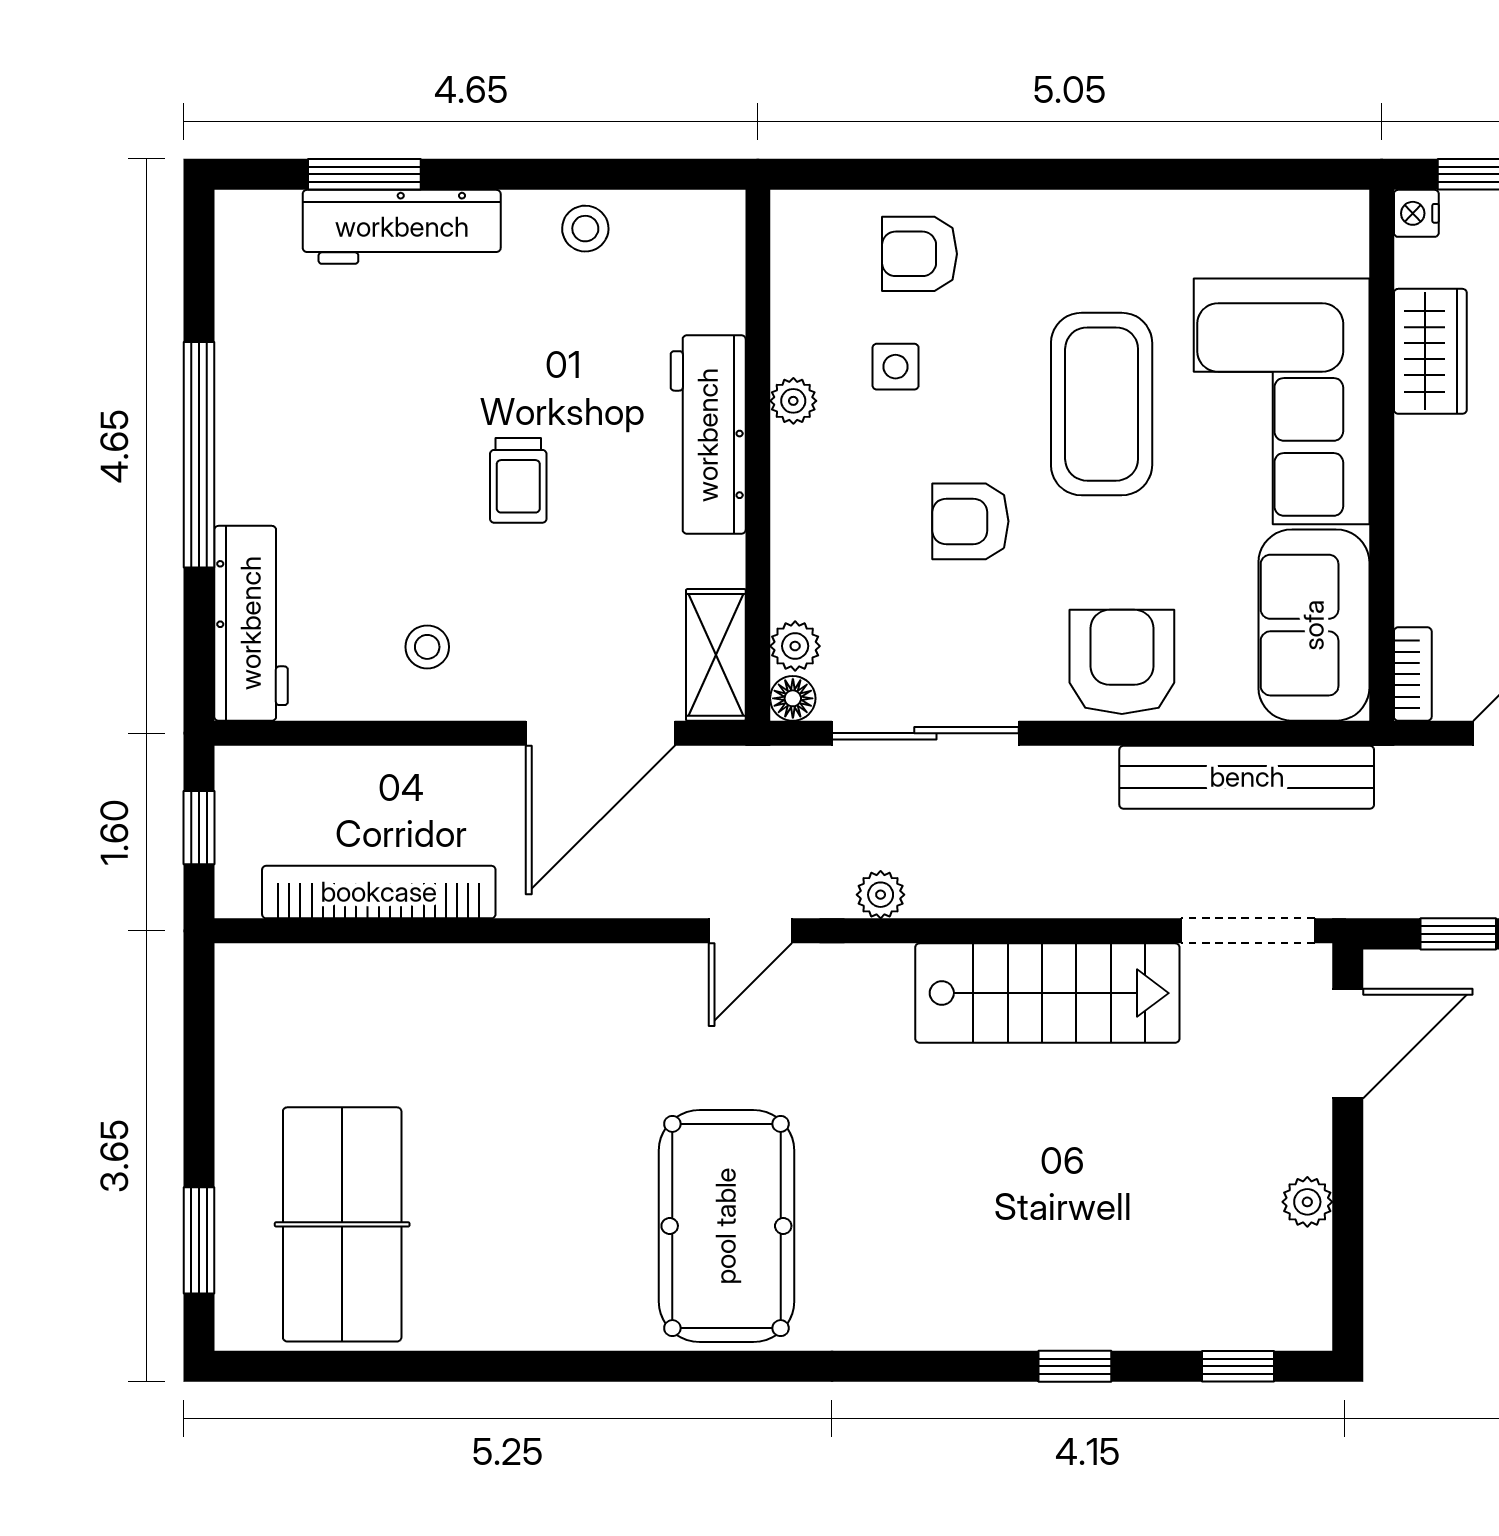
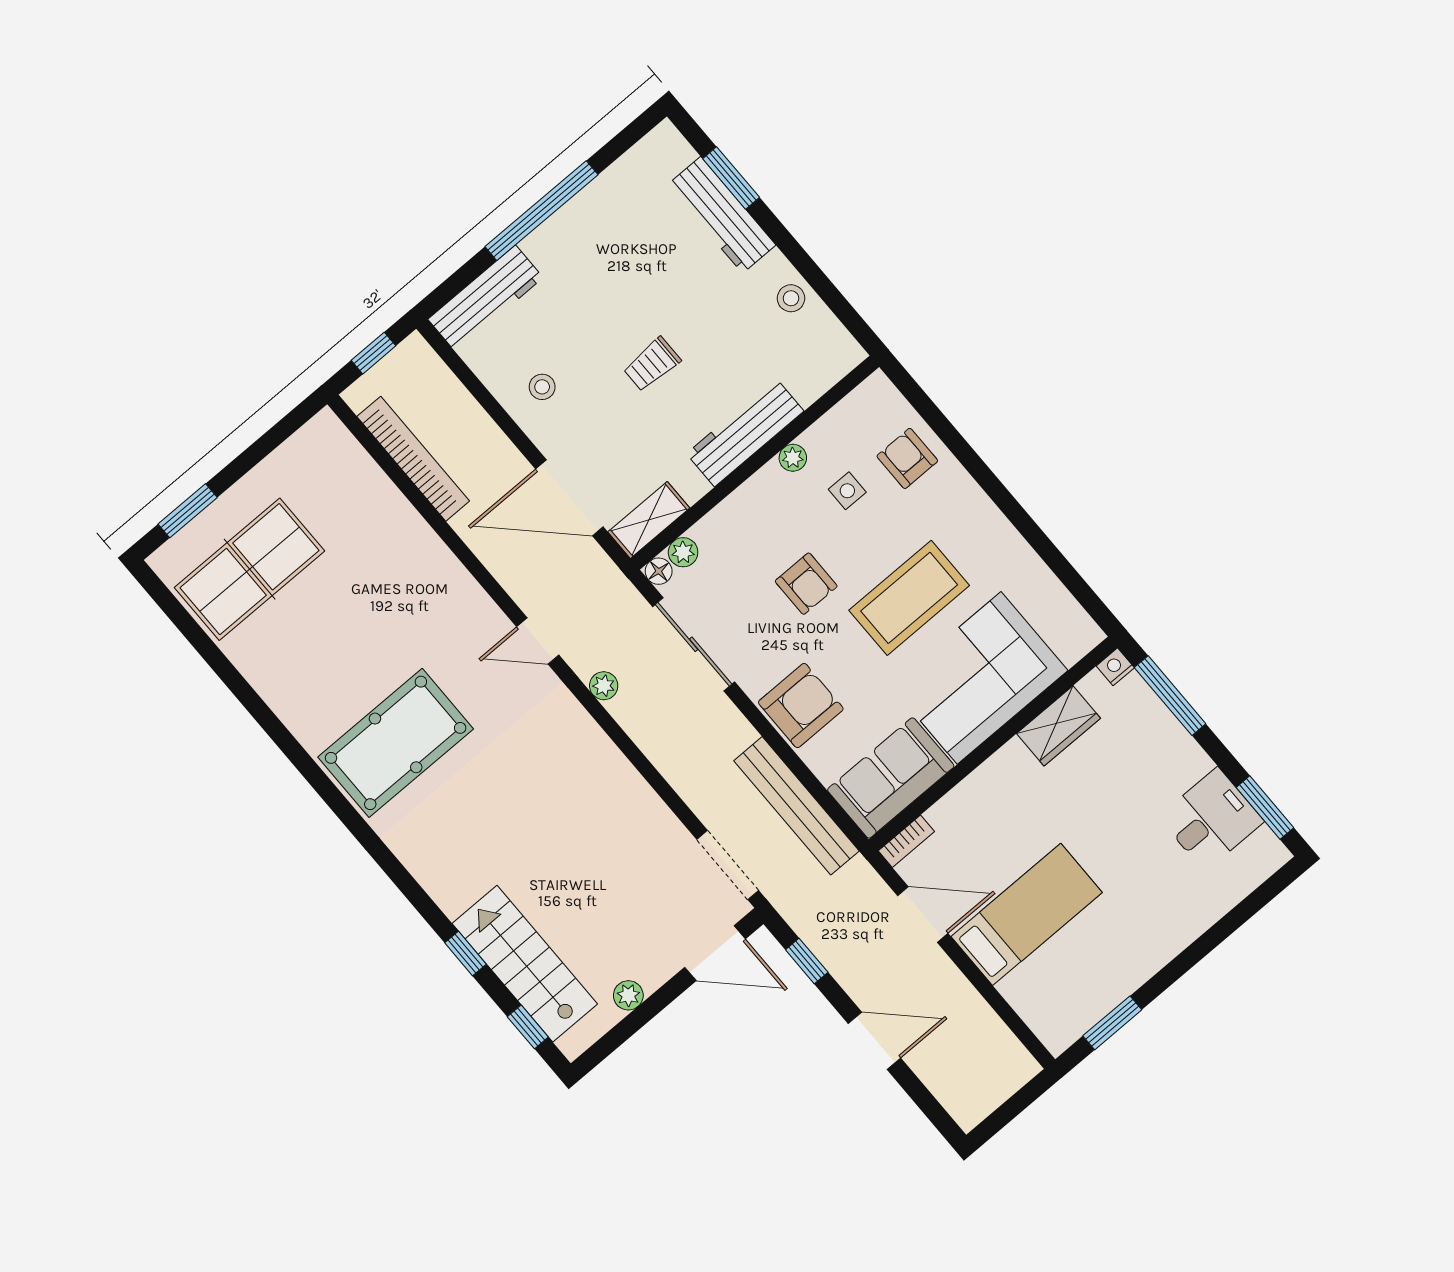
armchair: (970, 521) -> (806, 584), turned 180
stairs: (1047, 993) -> (525, 964), moved, turned 180

